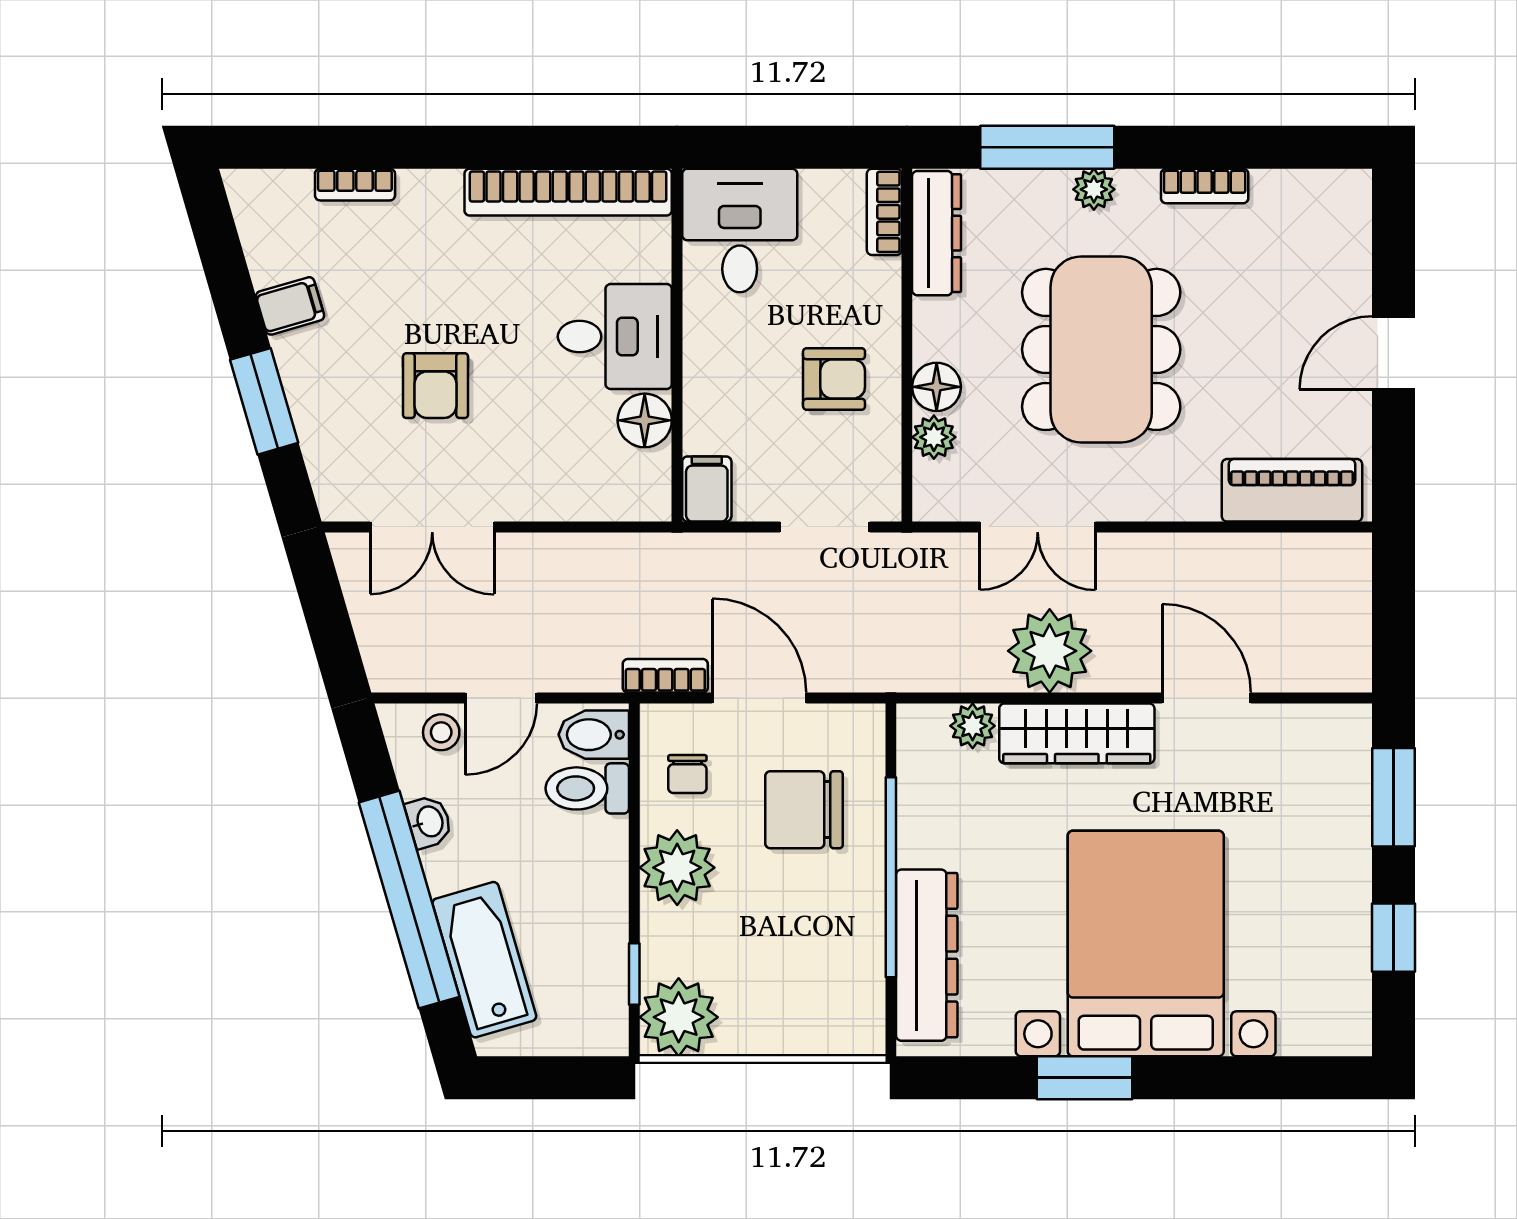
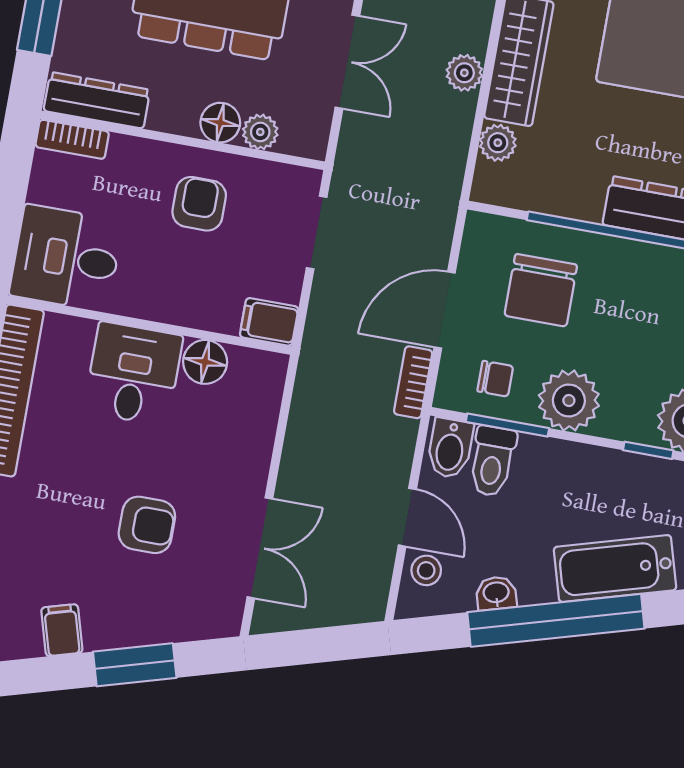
plant: (1050, 651) -> (464, 73), width x0.53, depth x0.53
window: (634, 799) -> (507, 425), added

